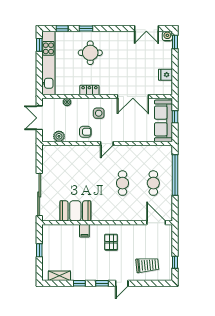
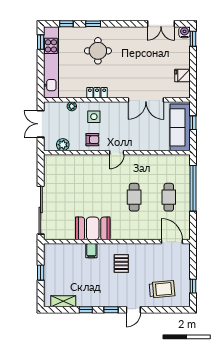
side table: (99, 113) -> (94, 117), moved
booth: (75, 211) -> (93, 228), moved

